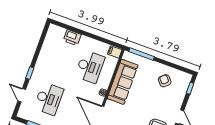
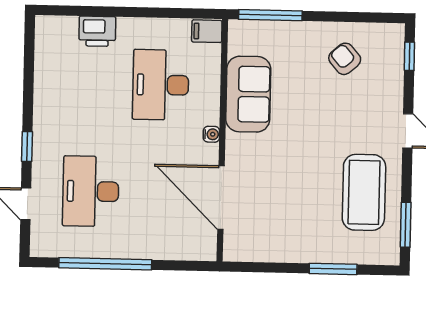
desk: (90, 67) -> (161, 85), turned 180
sofa: (123, 82) -> (248, 94), width x0.73
desk: (49, 99) -> (91, 191), turned 180

